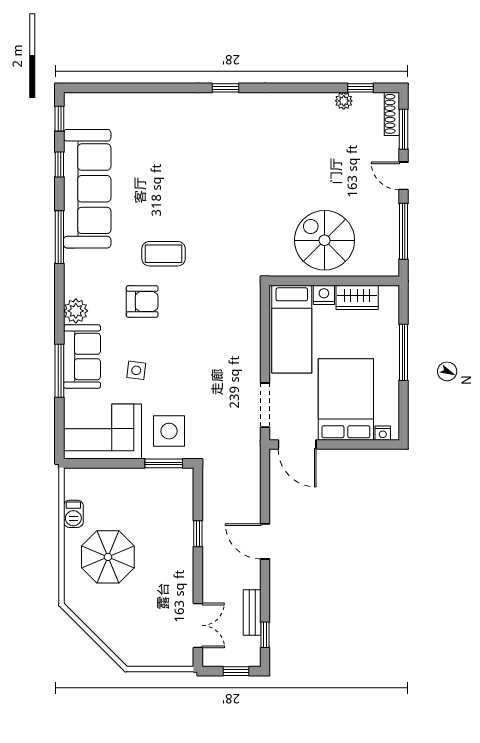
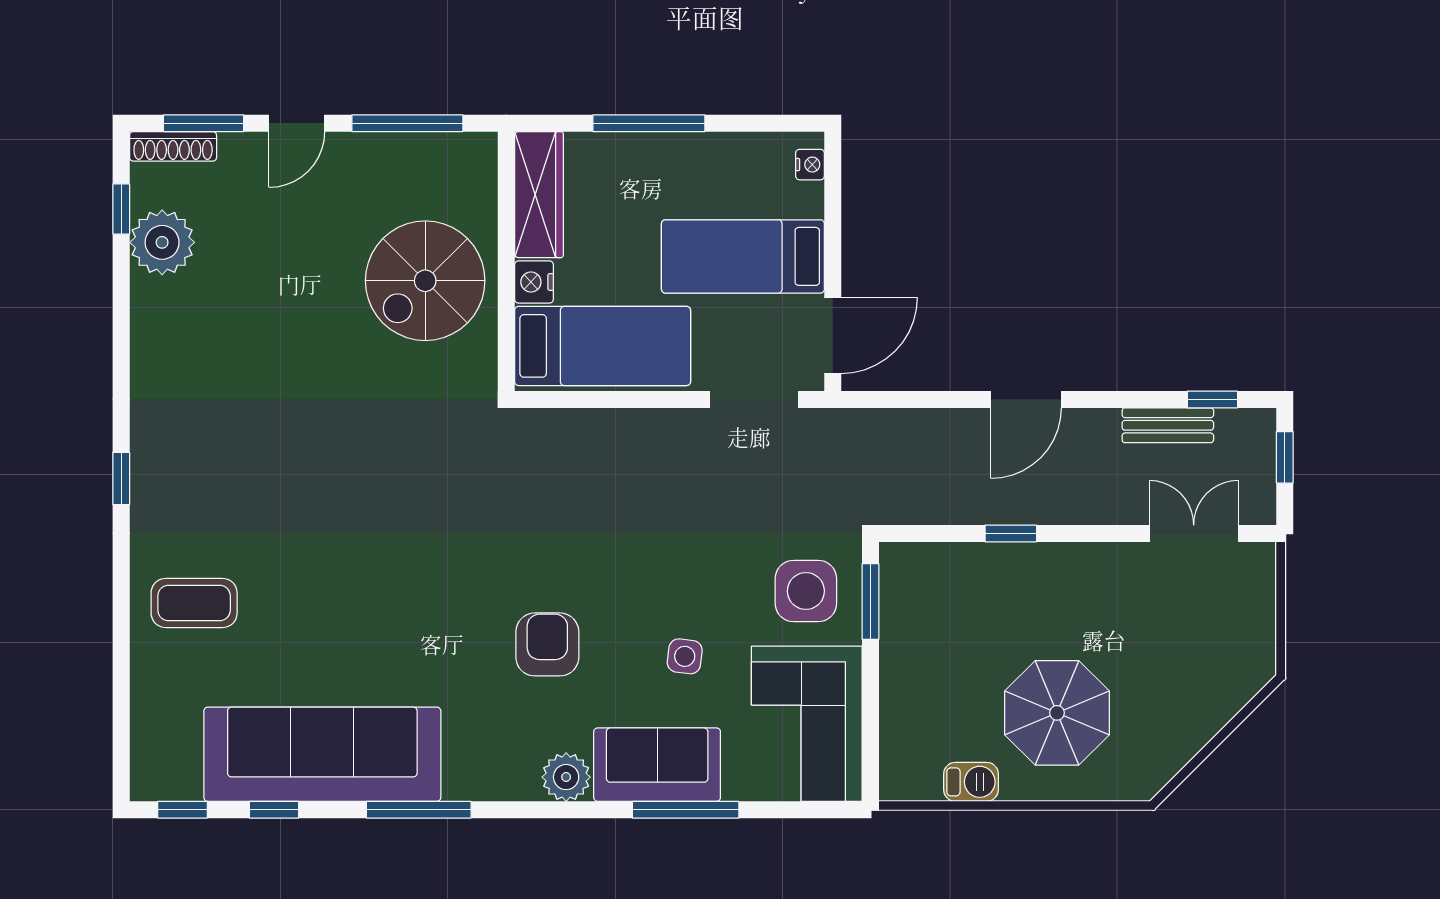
plant: (344, 101) -> (162, 242), width x1.88, depth x1.88
coffee table: (164, 254) -> (194, 603), moved, turned 90
wardrobe: (357, 297) -> (539, 195), width x1.50
bed: (346, 400) -> (743, 256), width x0.67

